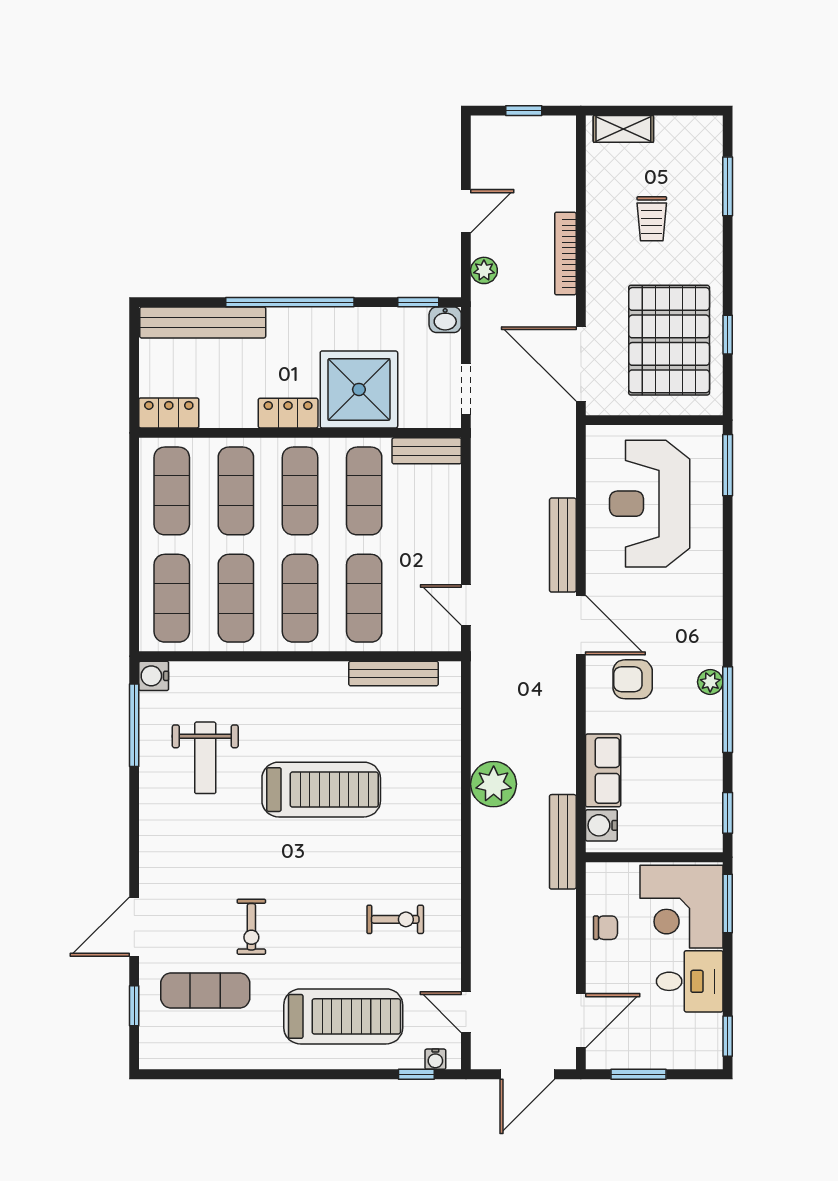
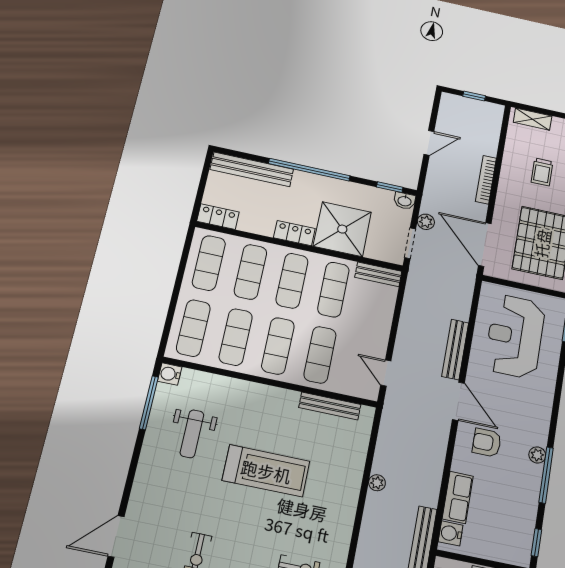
plant: (484, 270) -> (426, 222), moved
plant: (494, 784) -> (377, 483), width x0.53, depth x0.53

